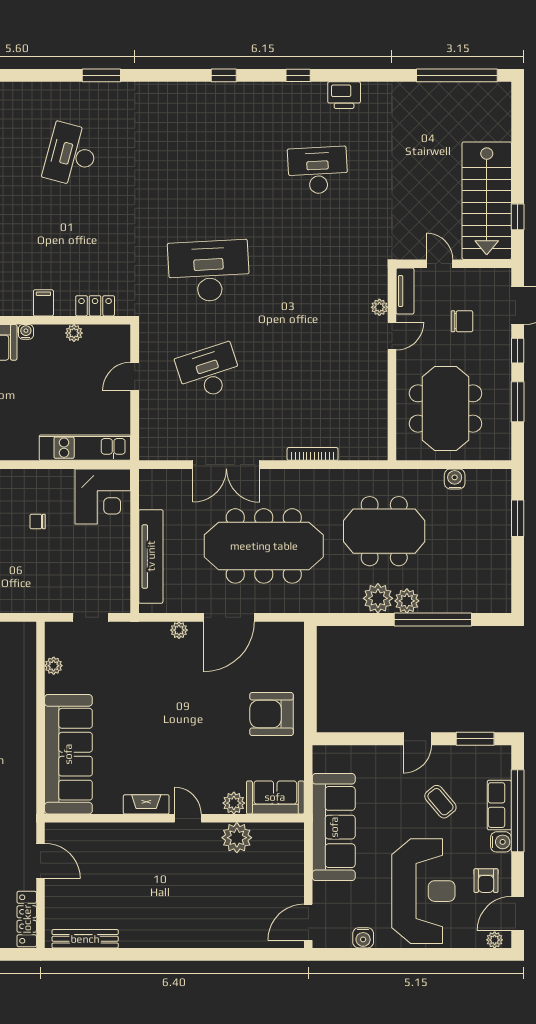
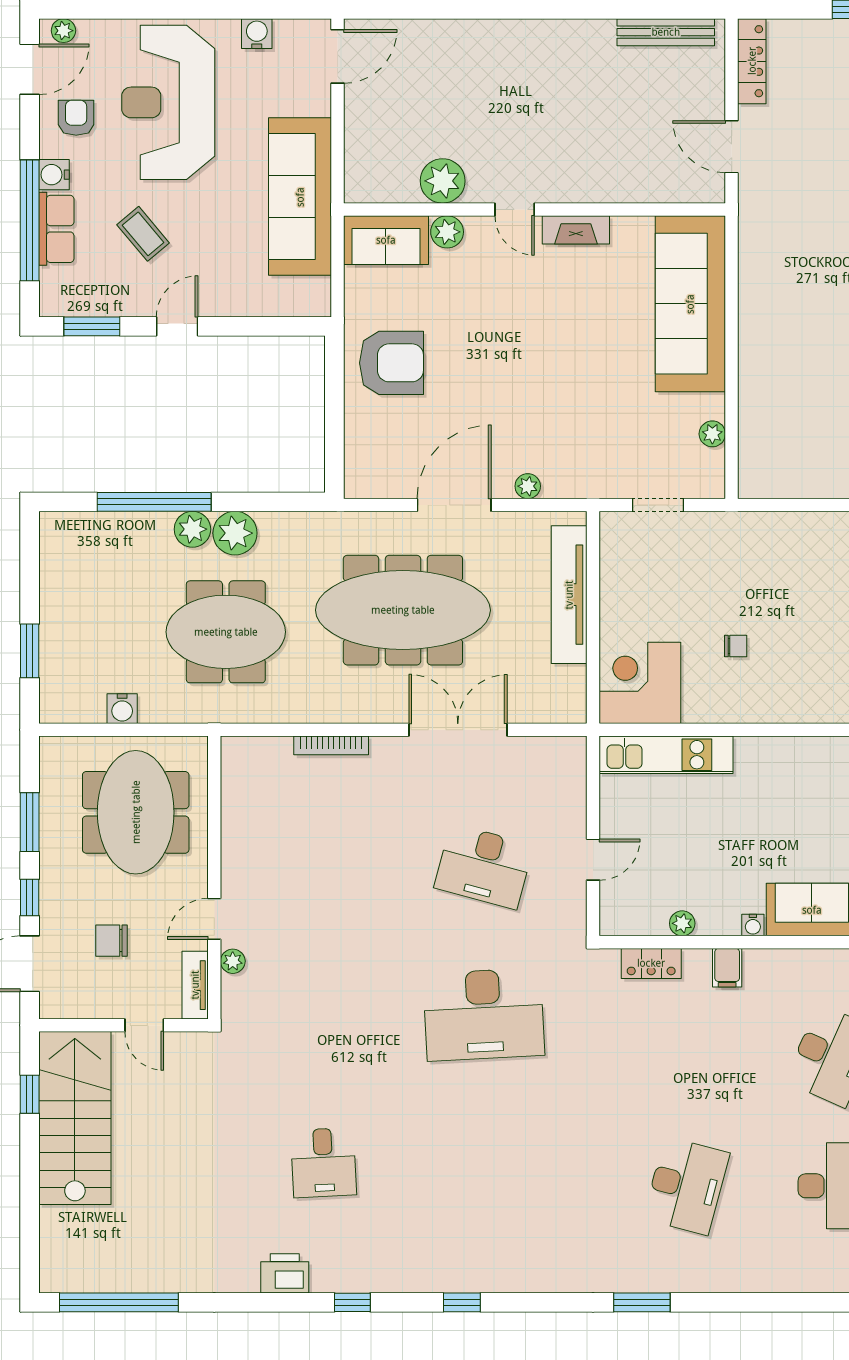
desk: (318, 170) -> (323, 1163), width x0.73
desk: (209, 372) -> (484, 866), turned 33

